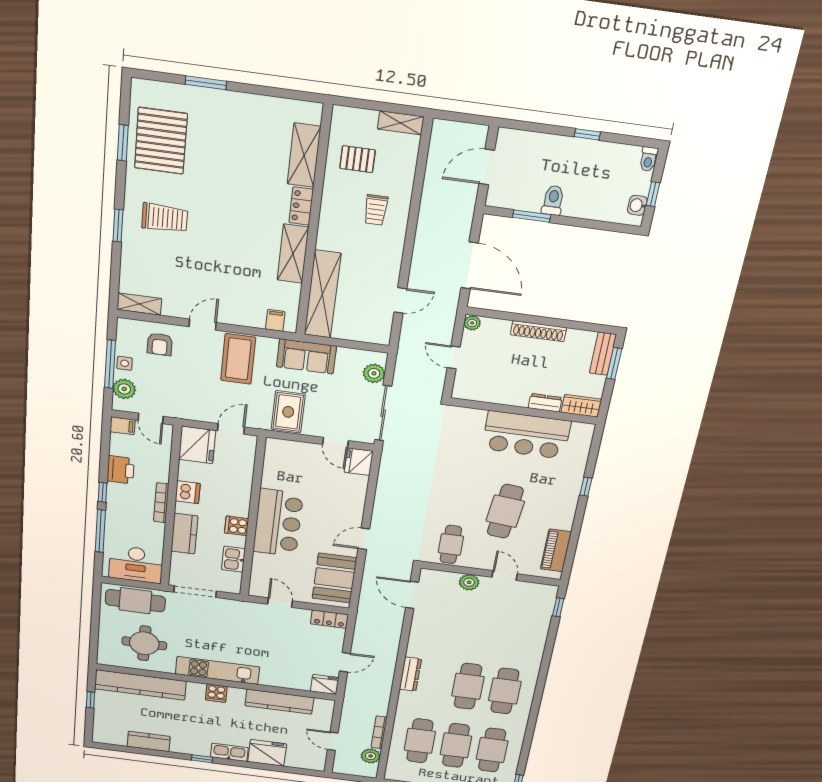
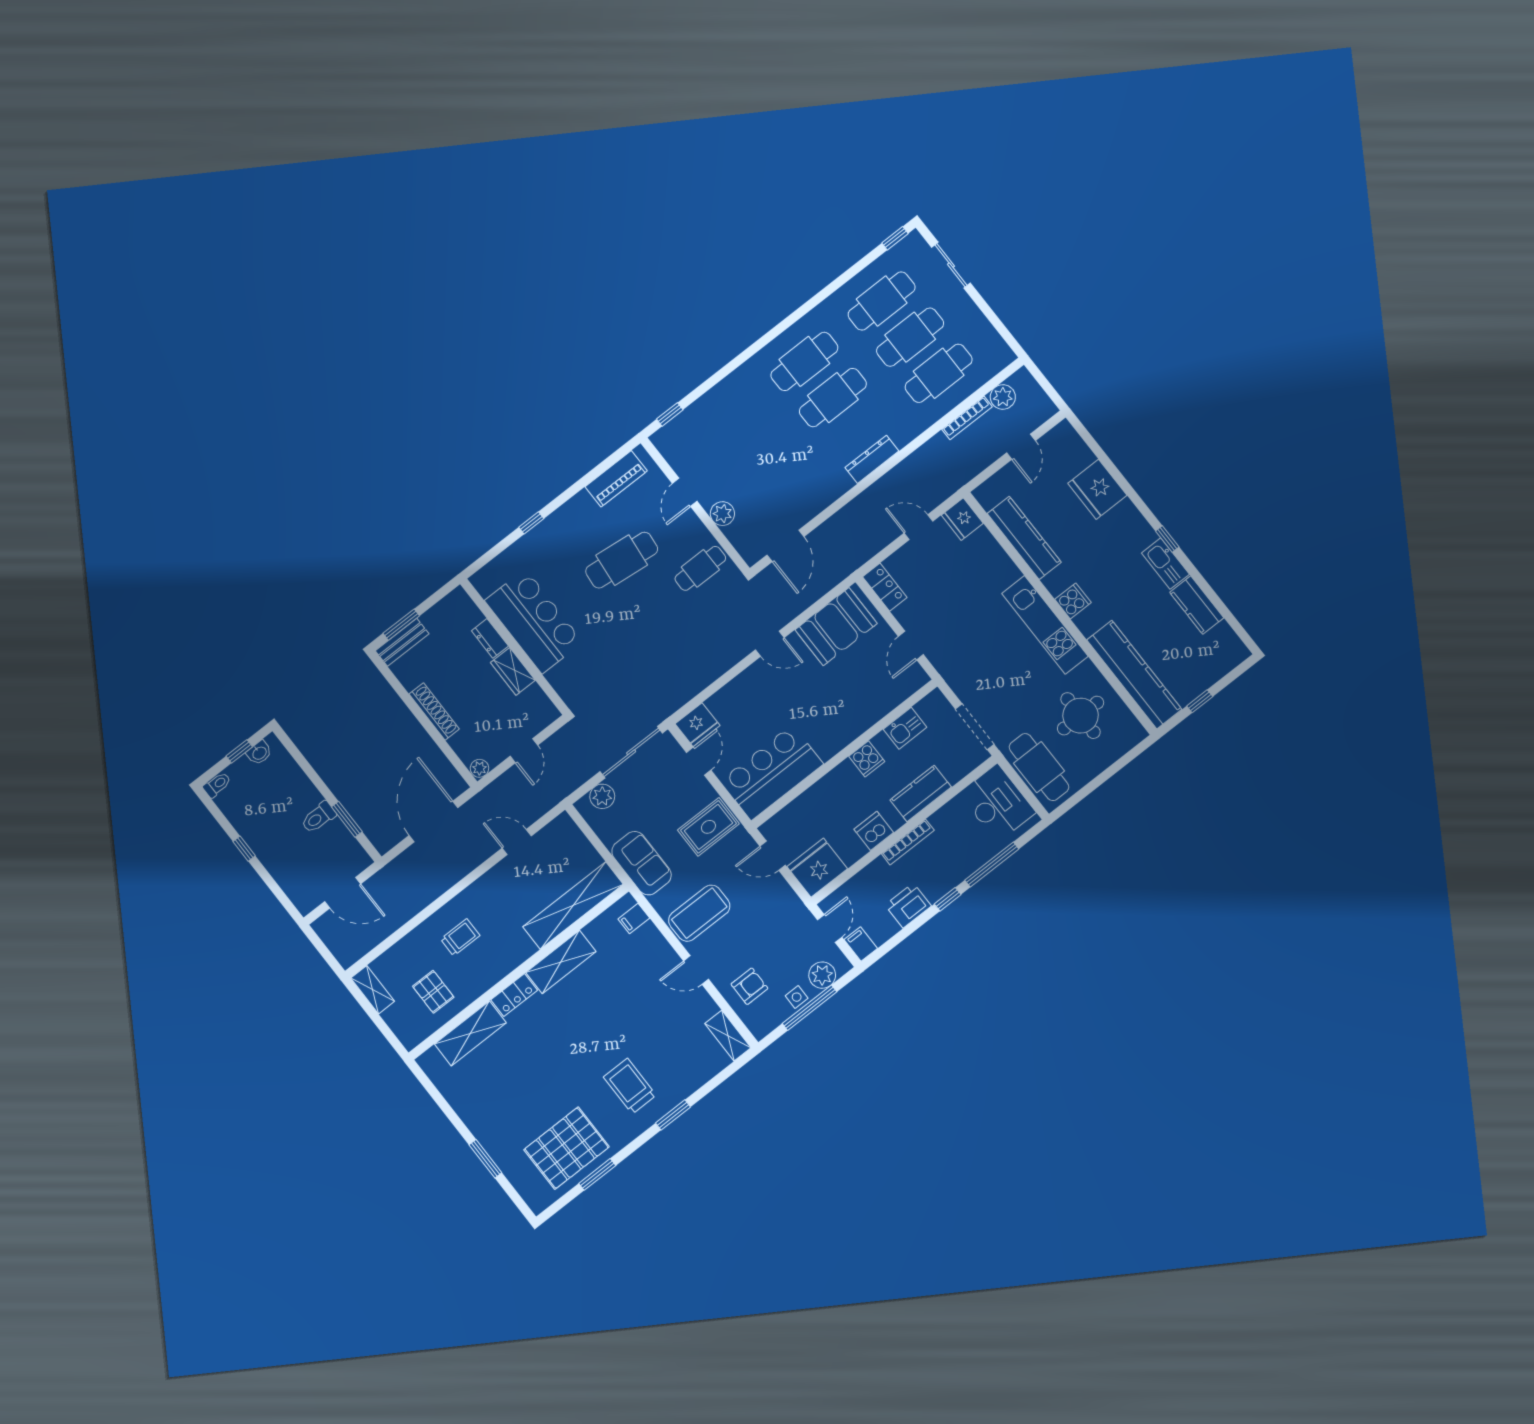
wardrobe: (581, 406) -> (513, 671), moved
bar counter: (278, 523) -> (772, 773), moved
kitchen sink: (229, 752) -> (1165, 564), moved

